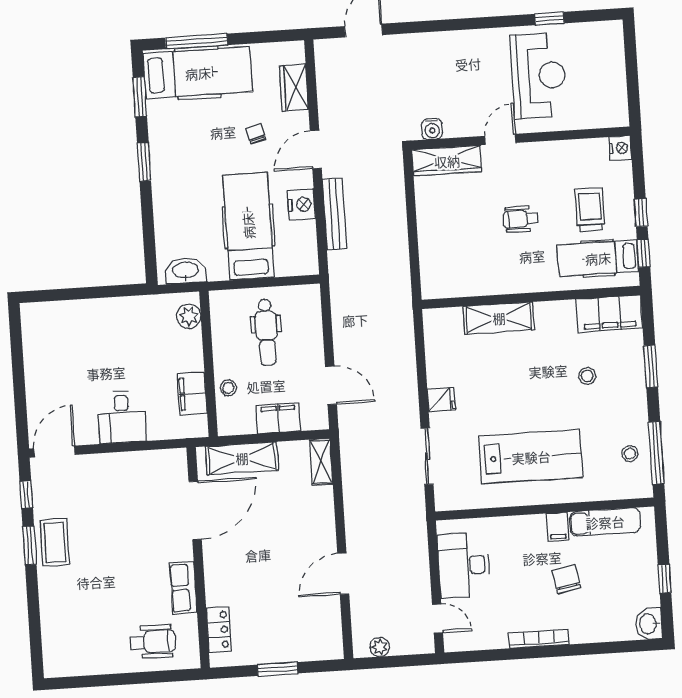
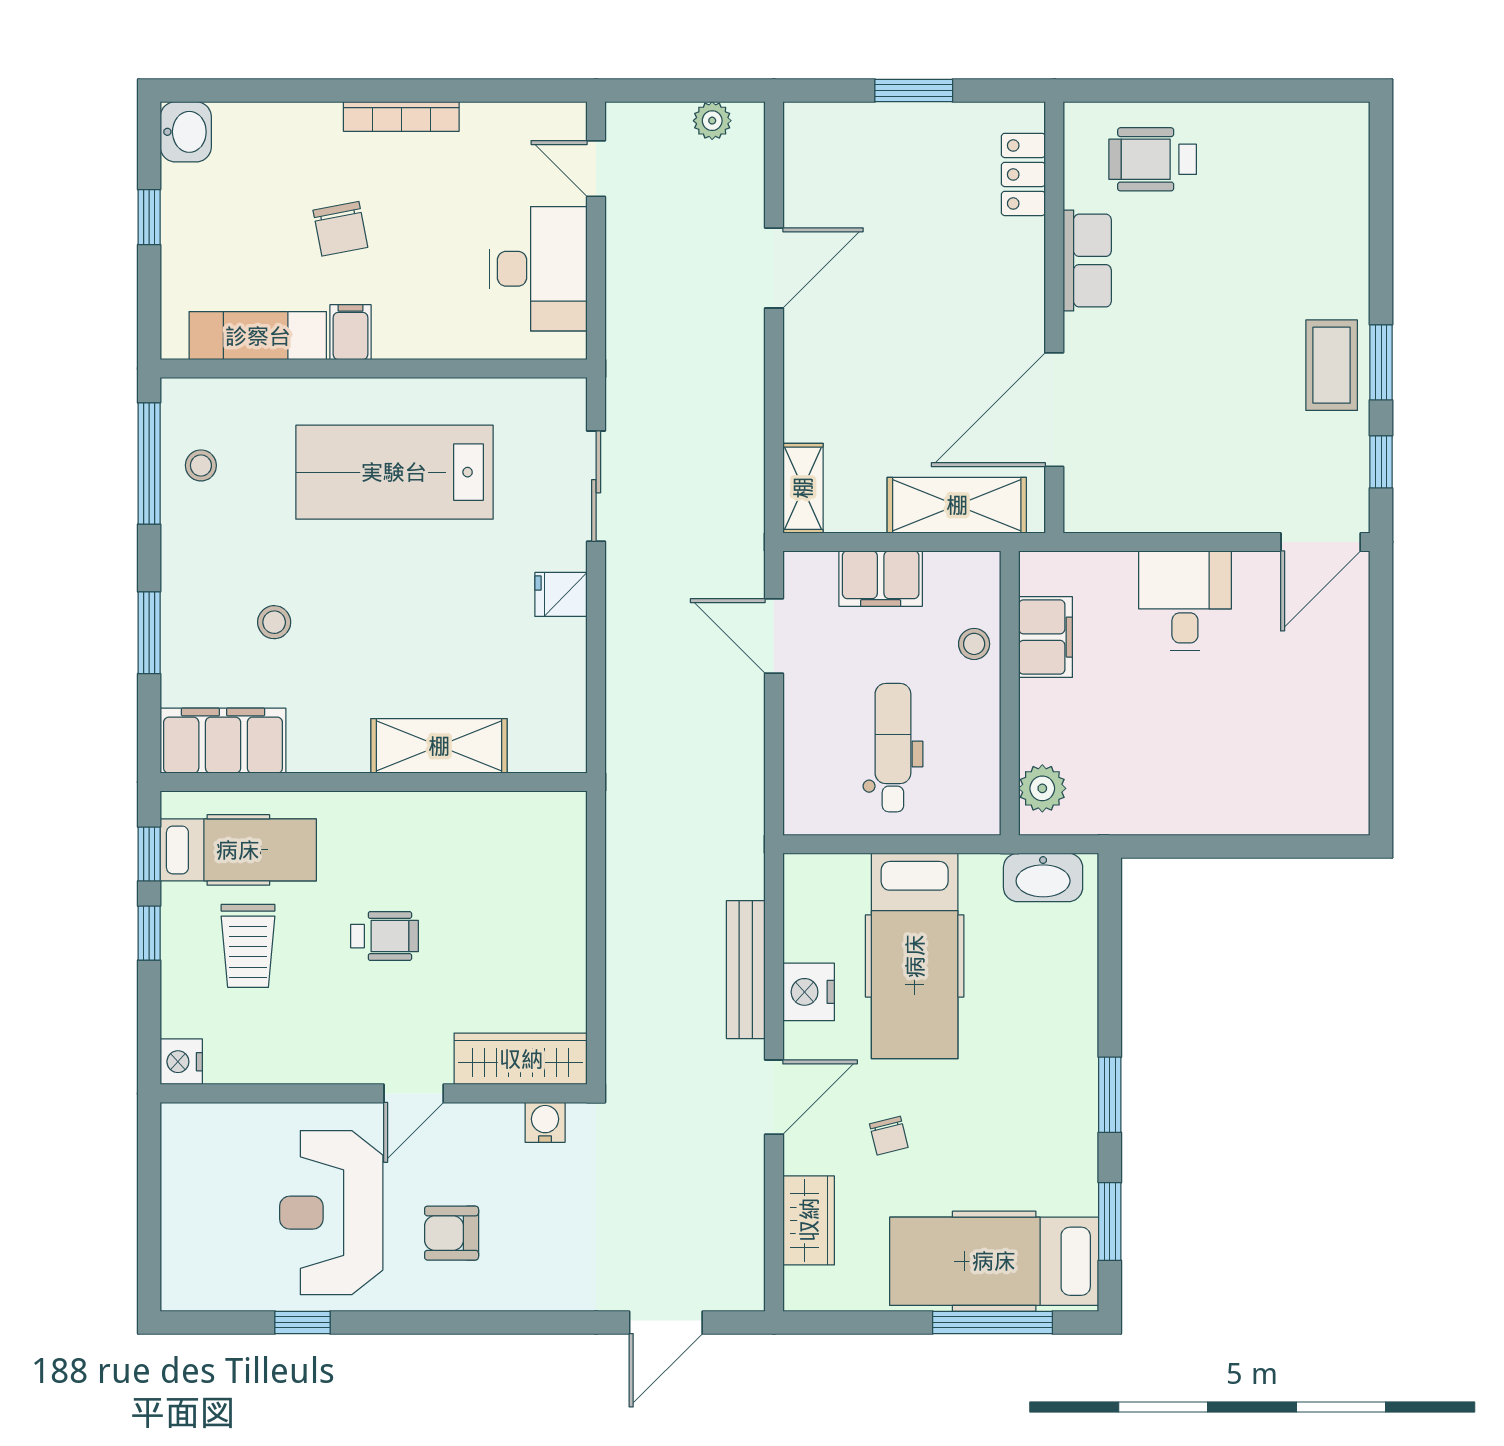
armchair: (476, 69) -> (452, 1233), added

